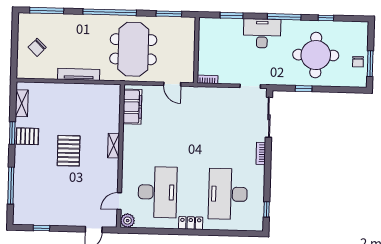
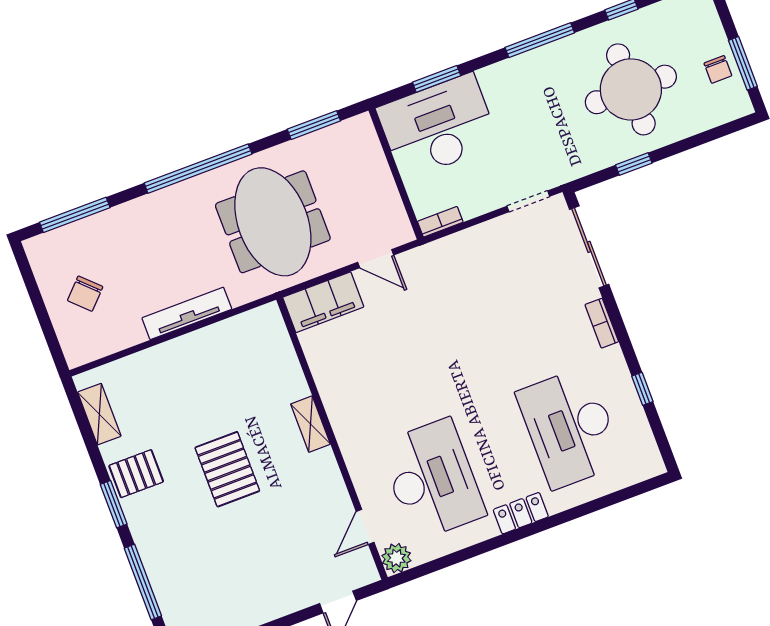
desk: (262, 33) -> (438, 126), moved, width x1.36, depth x1.30
filing cabinet: (132, 107) -> (323, 302), moved, turned 90
window: (12, 133) -> (114, 504), moved
window: (266, 209) -> (642, 389), moved

